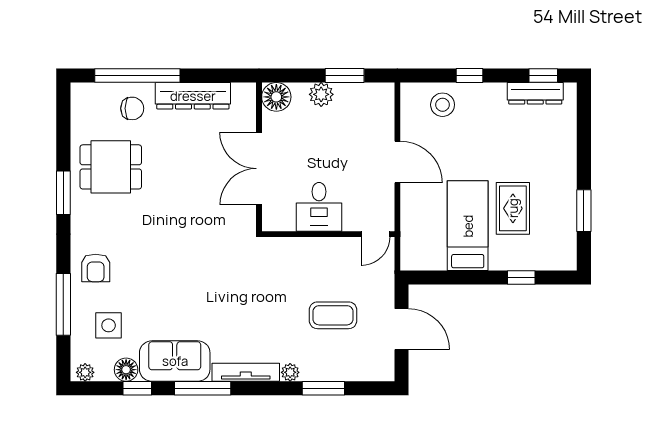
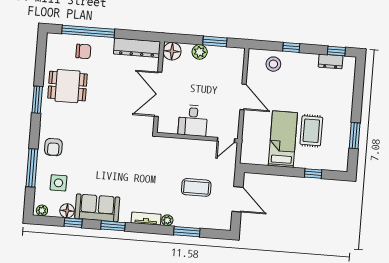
dresser: (535, 93) -> (331, 61), width x0.70
dresser: (193, 96) -> (137, 48), moved
tv unit: (246, 372) -> (146, 219), width x0.71
window: (203, 388) -> (113, 226), width x0.69

